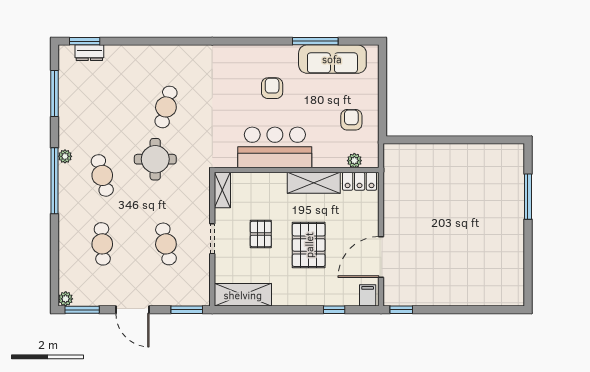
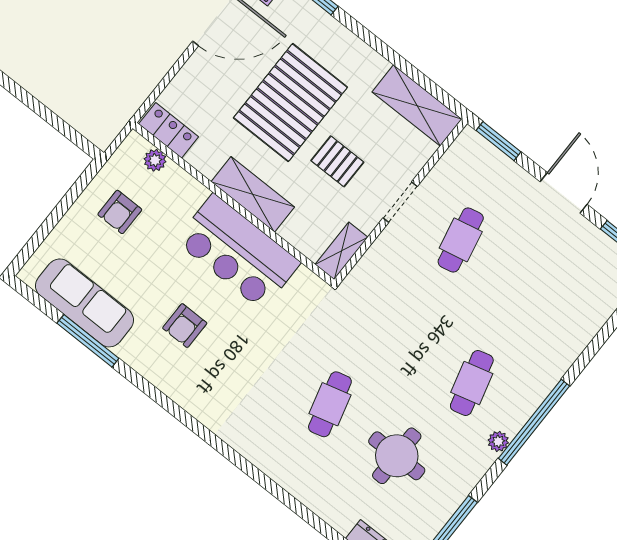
cafe table: (166, 107) -> (330, 404), turned -30
round table: (155, 159) -> (397, 456), moved
shelving: (314, 183) -> (253, 194), moved
pallet: (261, 234) -> (337, 161), turned 90
cafe table: (102, 244) -> (537, 301), removed
pallet: (309, 245) -> (290, 103), width x1.37, depth x1.41

